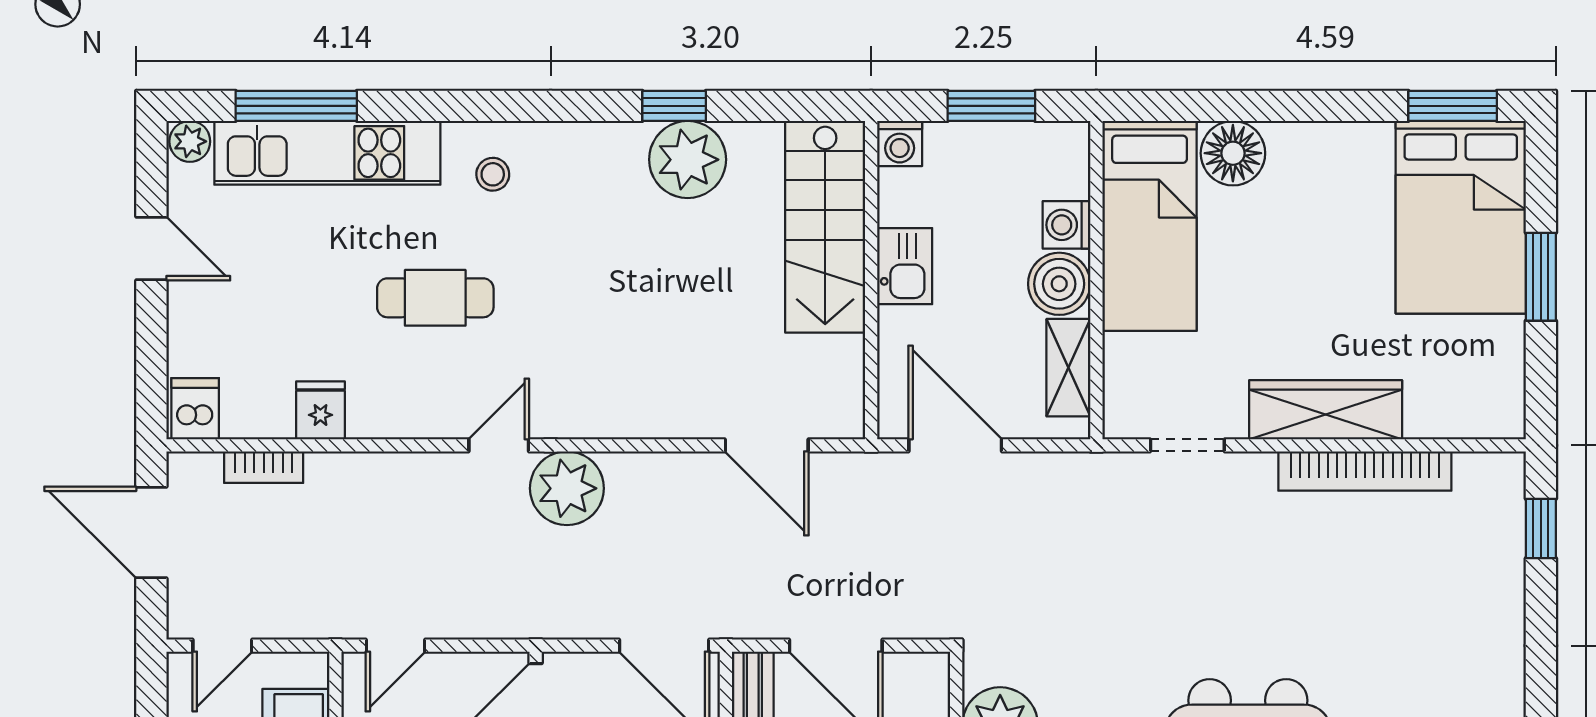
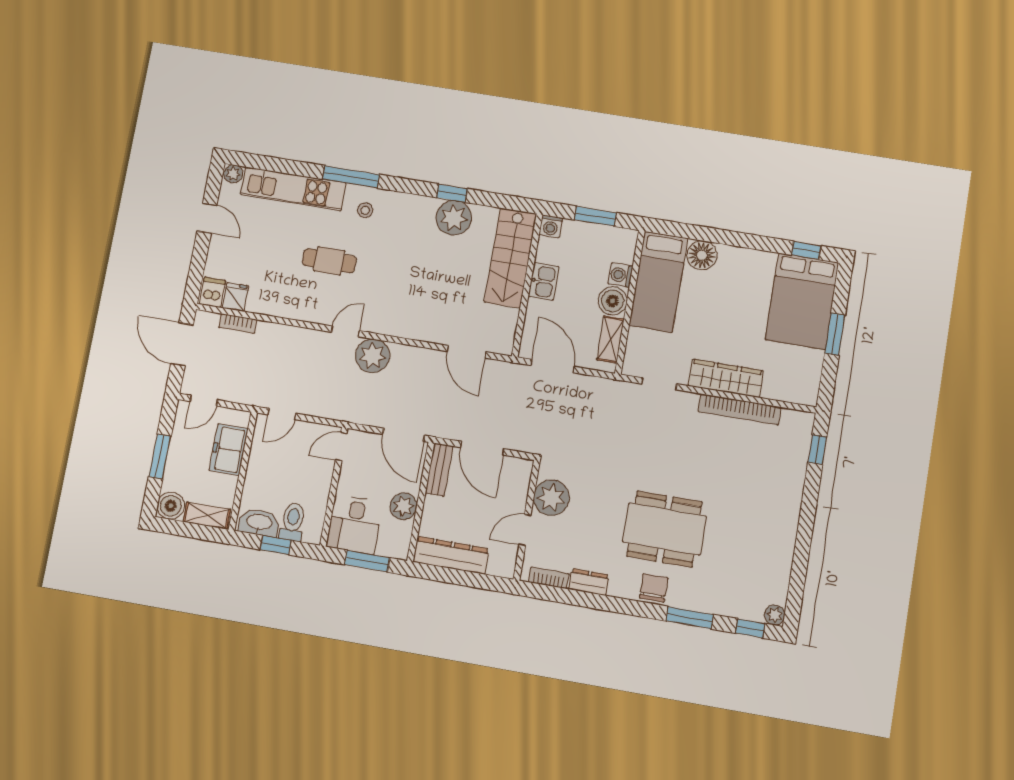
window: (296, 106) -> (351, 177), moved
window: (1453, 106) -> (806, 250), width x0.67
fridge: (320, 410) -> (236, 297), moved

